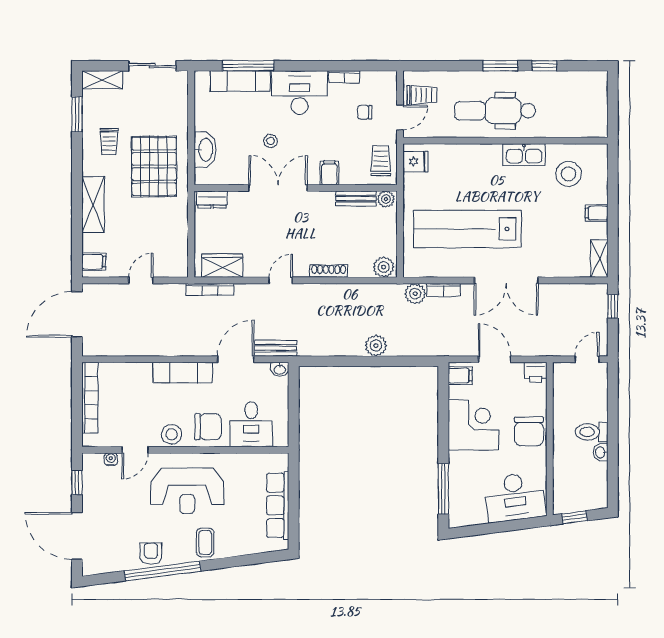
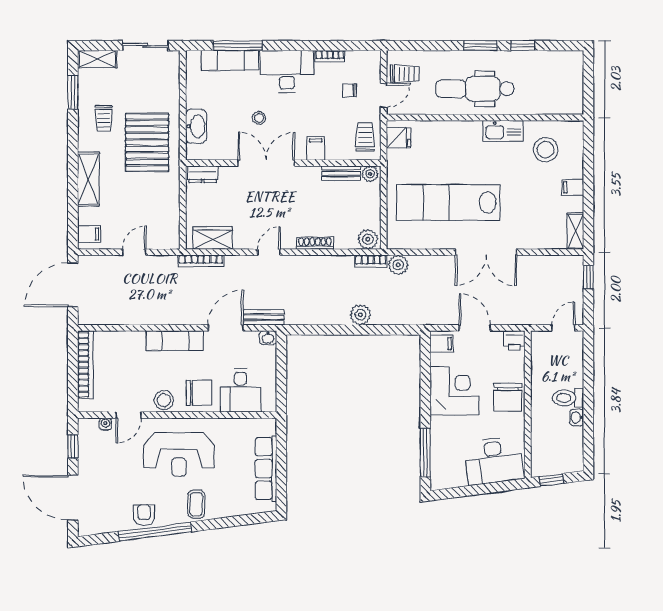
bookcase: (444, 290) -> (371, 261), moved

